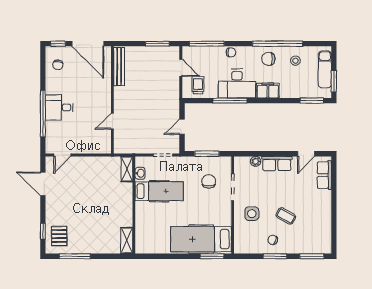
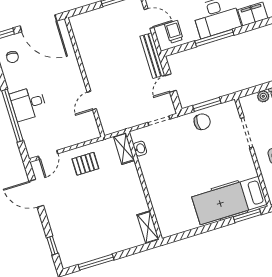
bench: (119, 67) -> (152, 56), moved
chair: (209, 181) -> (202, 122), moved, turned 90
hospital bed: (159, 191) -> (167, 162), removed
pallet: (59, 236) -> (85, 164), moved, turned 90

